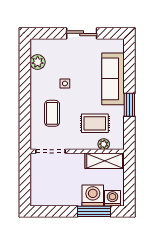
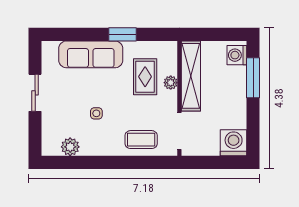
coffee table: (52, 113) -> (141, 140), moved
plant: (104, 144) -> (171, 83), moved
shelving: (105, 161) -> (191, 76), width x1.47
washing machine: (93, 196) -> (234, 143), moved, turned 90

